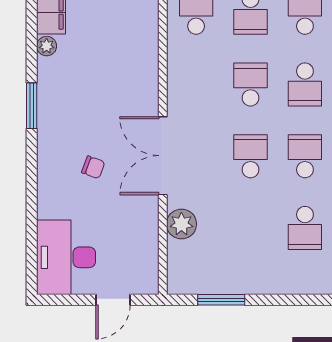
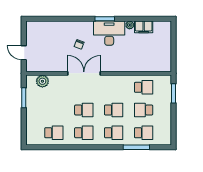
school desk: (305, 84) -> (114, 133), turned 180
plant: (181, 224) -> (42, 81), moved
school desk: (305, 228) -> (54, 133), turned 180
desk: (66, 257) -> (109, 33), moved

